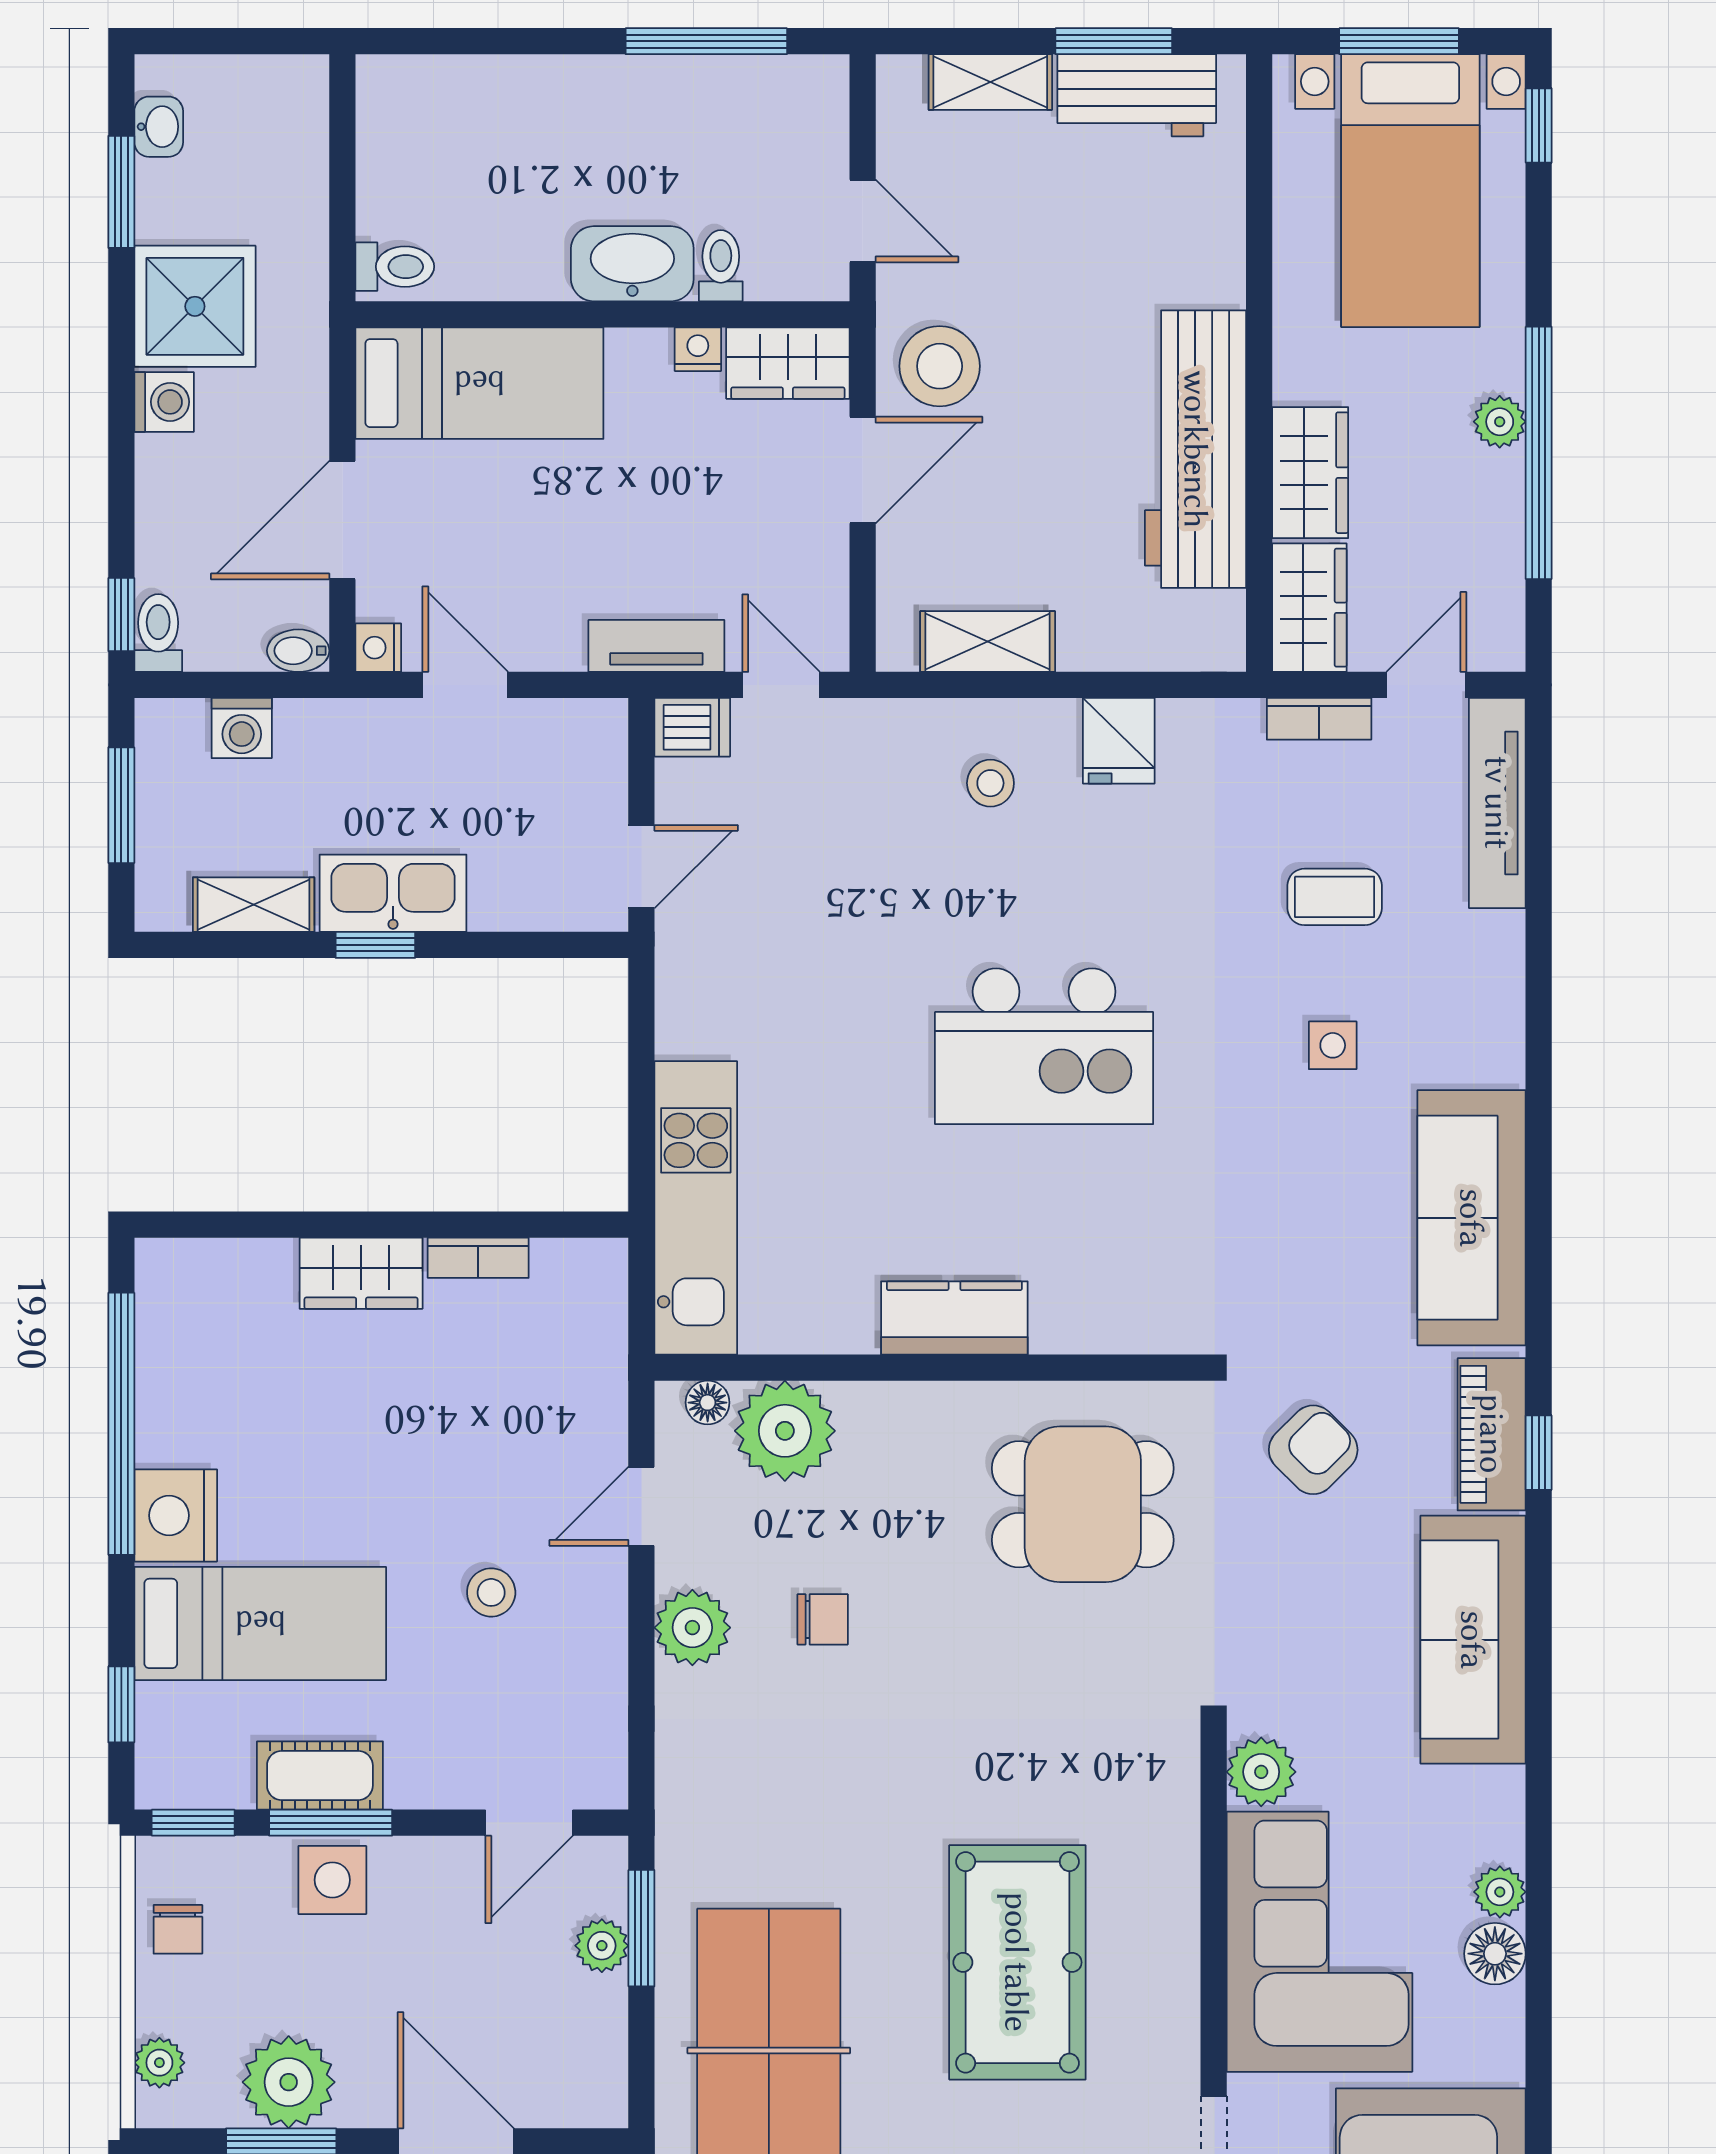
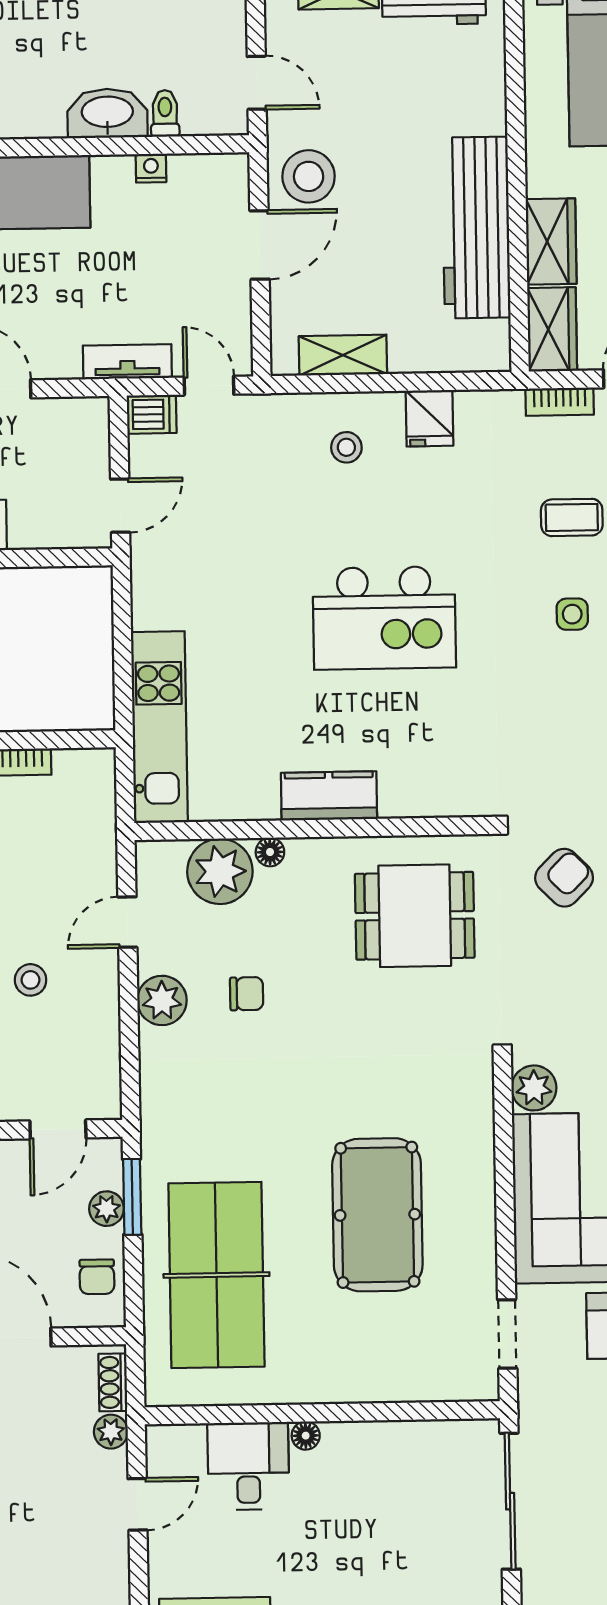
wardrobe: (788, 363) -> (210, 176), removed
floor lamp: (708, 1403) -> (270, 852), moved
chair: (585, 2050) -> (97, 1277), added

